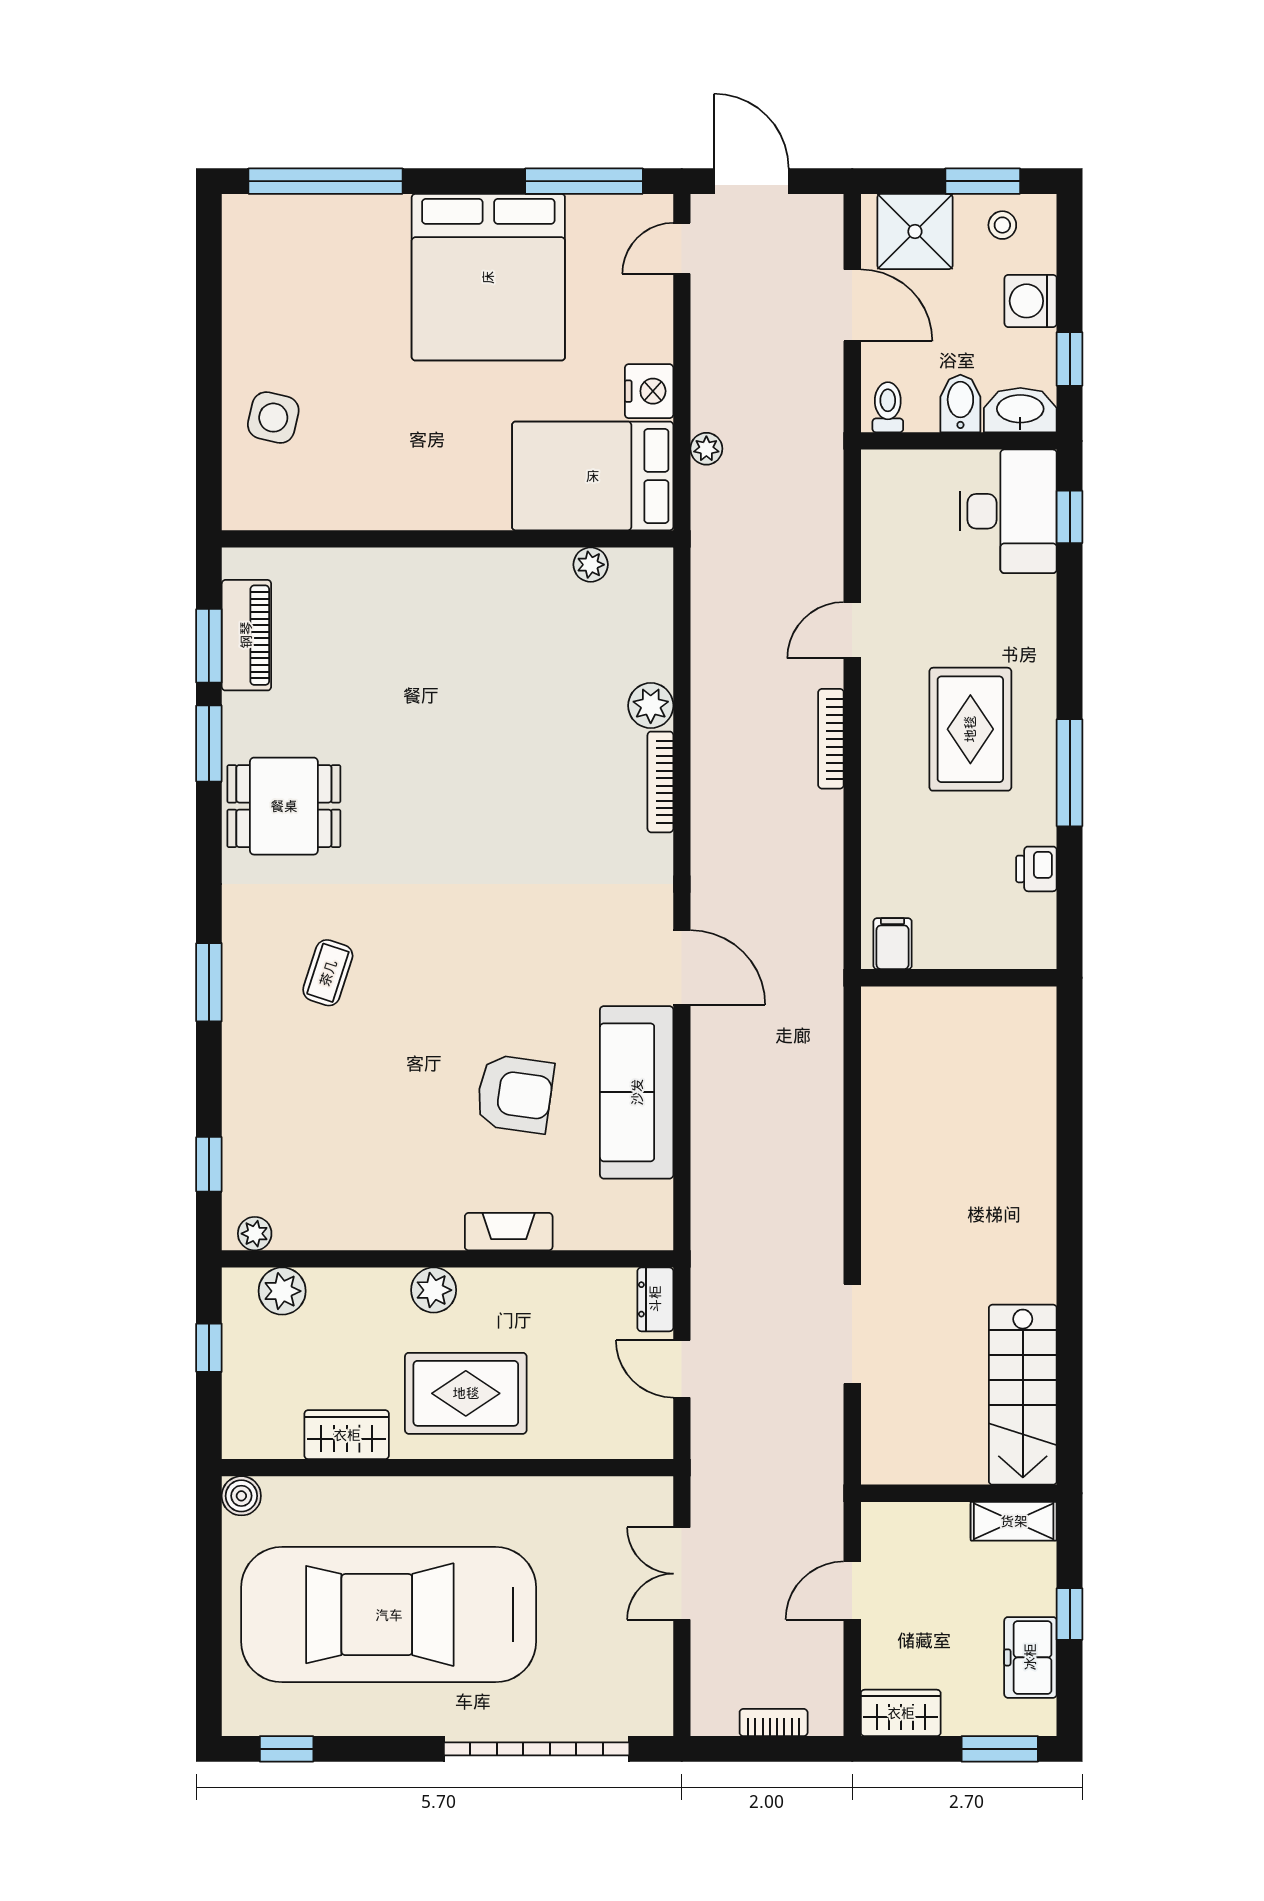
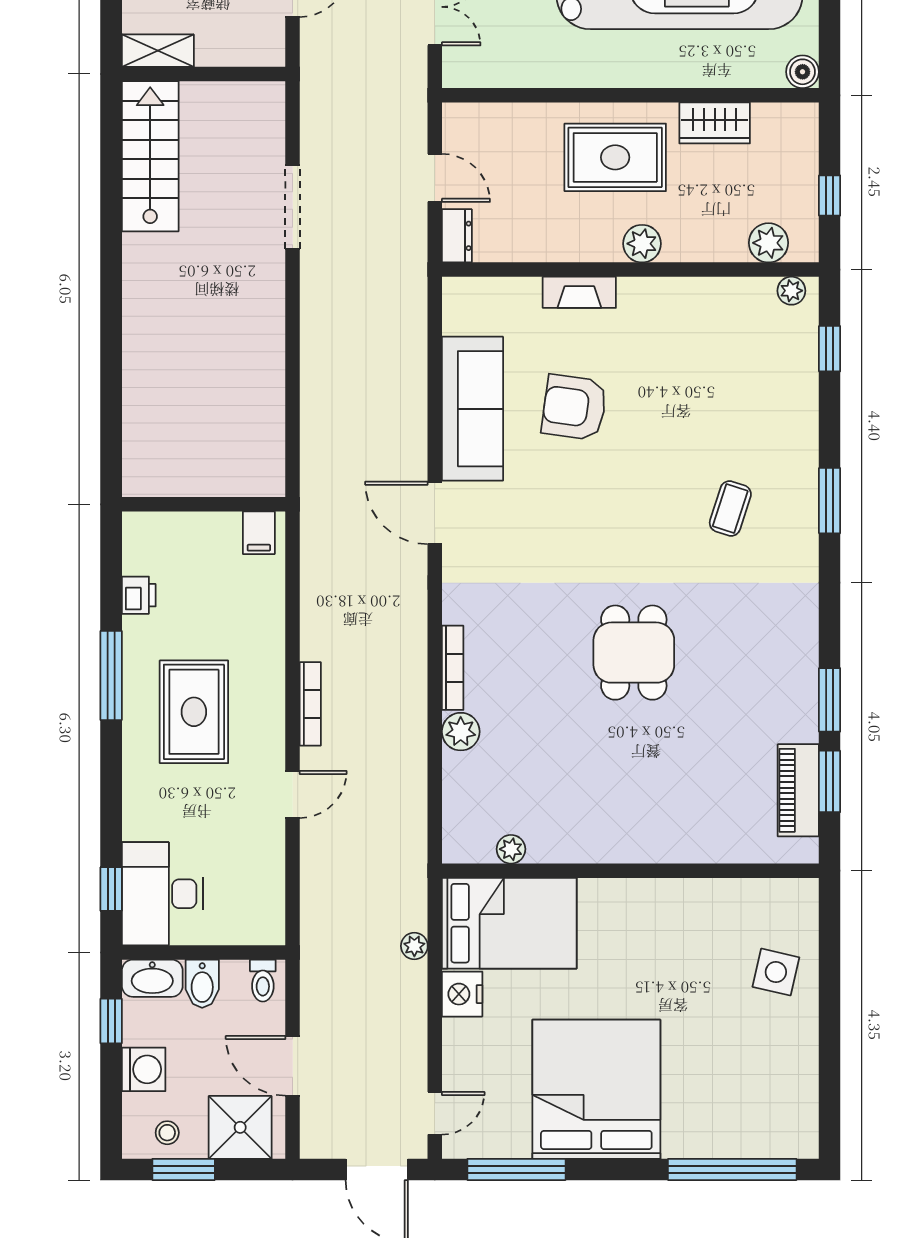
dining table: (284, 806) -> (634, 653), moved, turned 90

